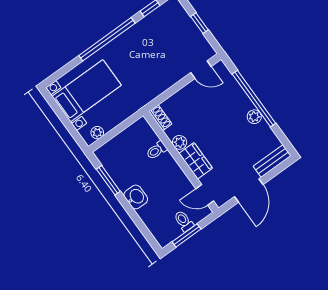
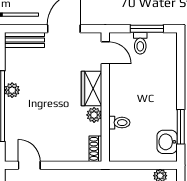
washbasin: (136, 197) -> (167, 142), moved

